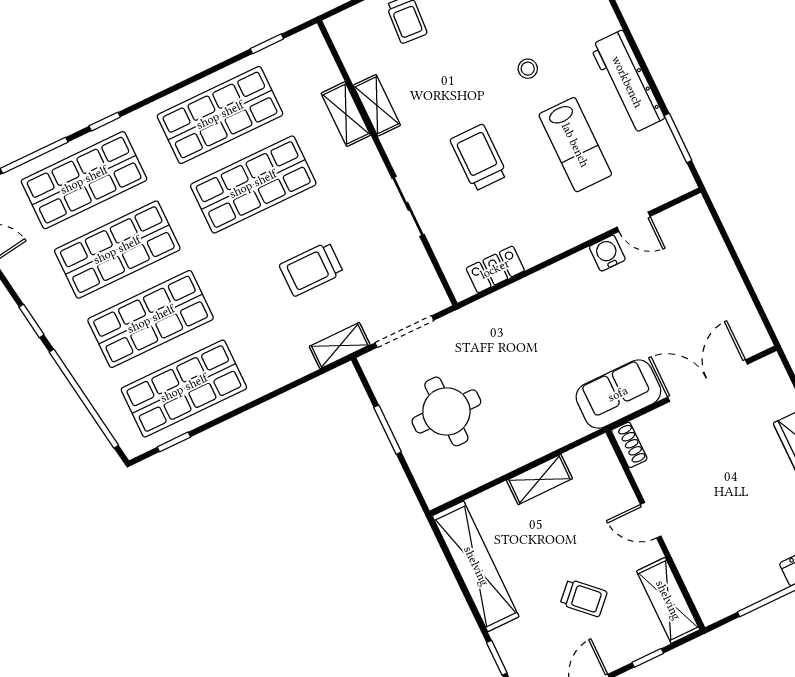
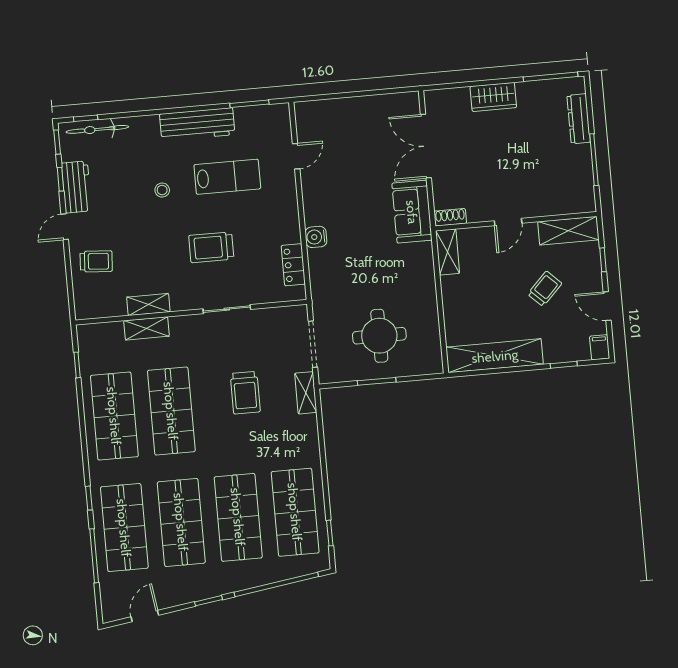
water cooler: (607, 253) -> (316, 237), moved
shelving: (539, 479) -> (448, 252), moved

